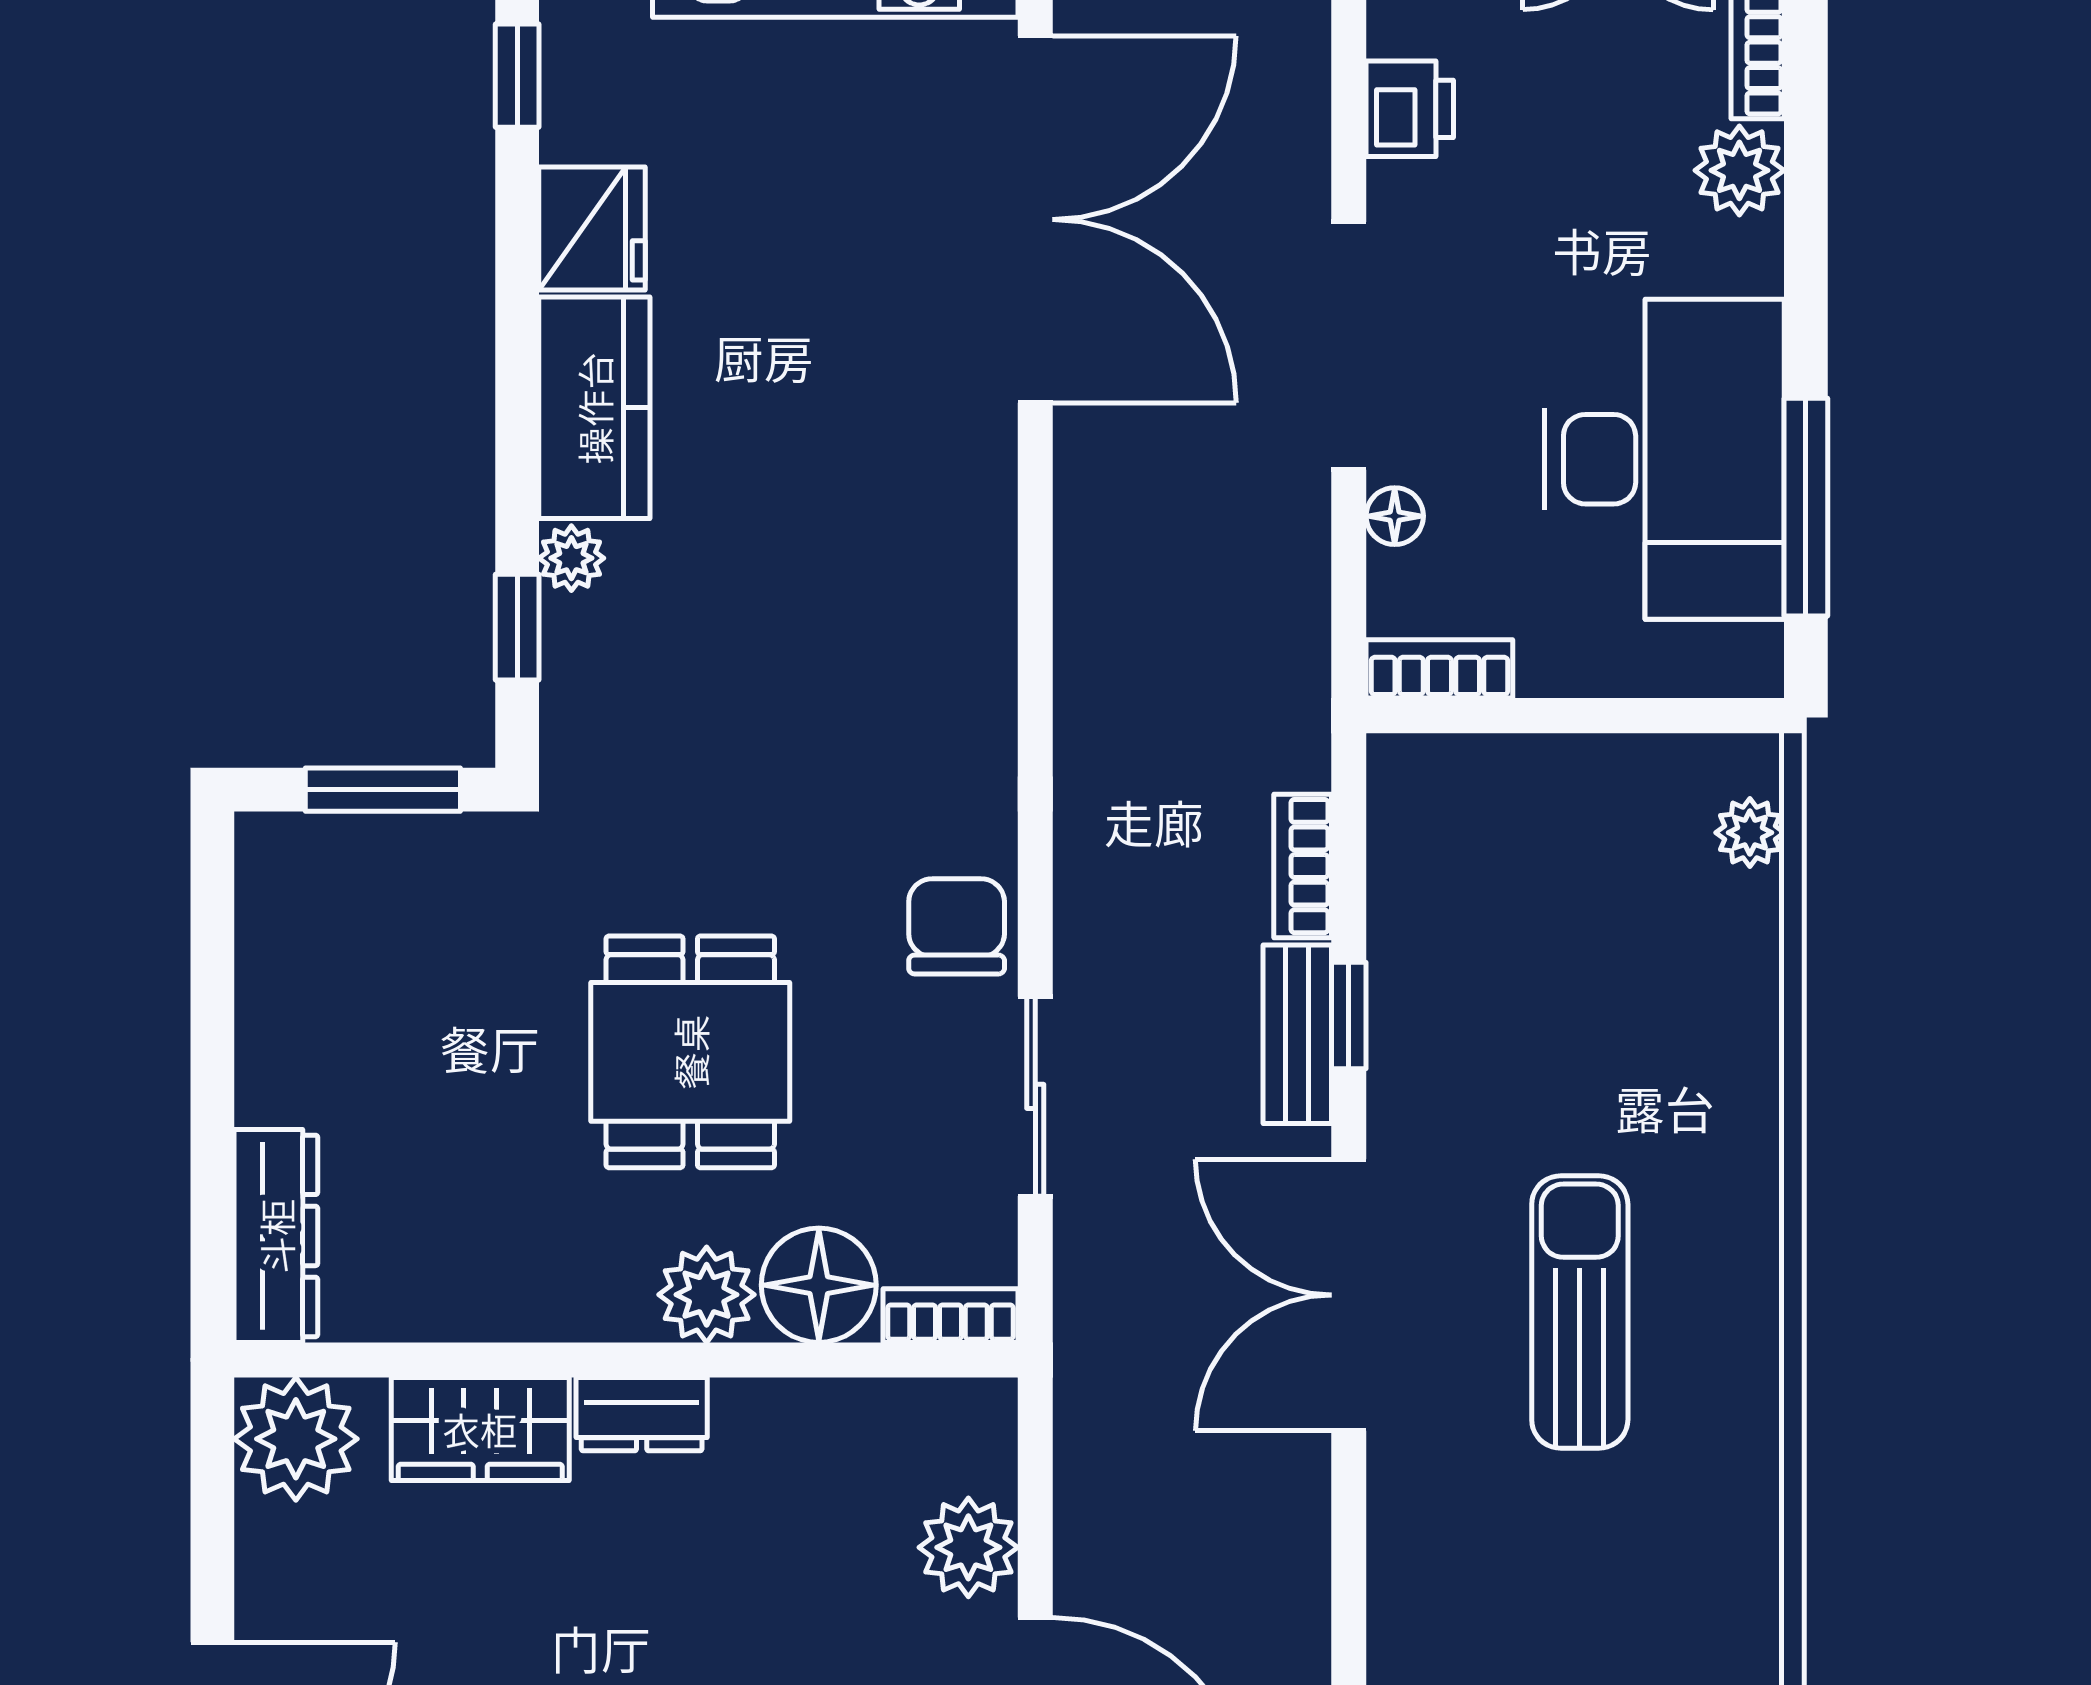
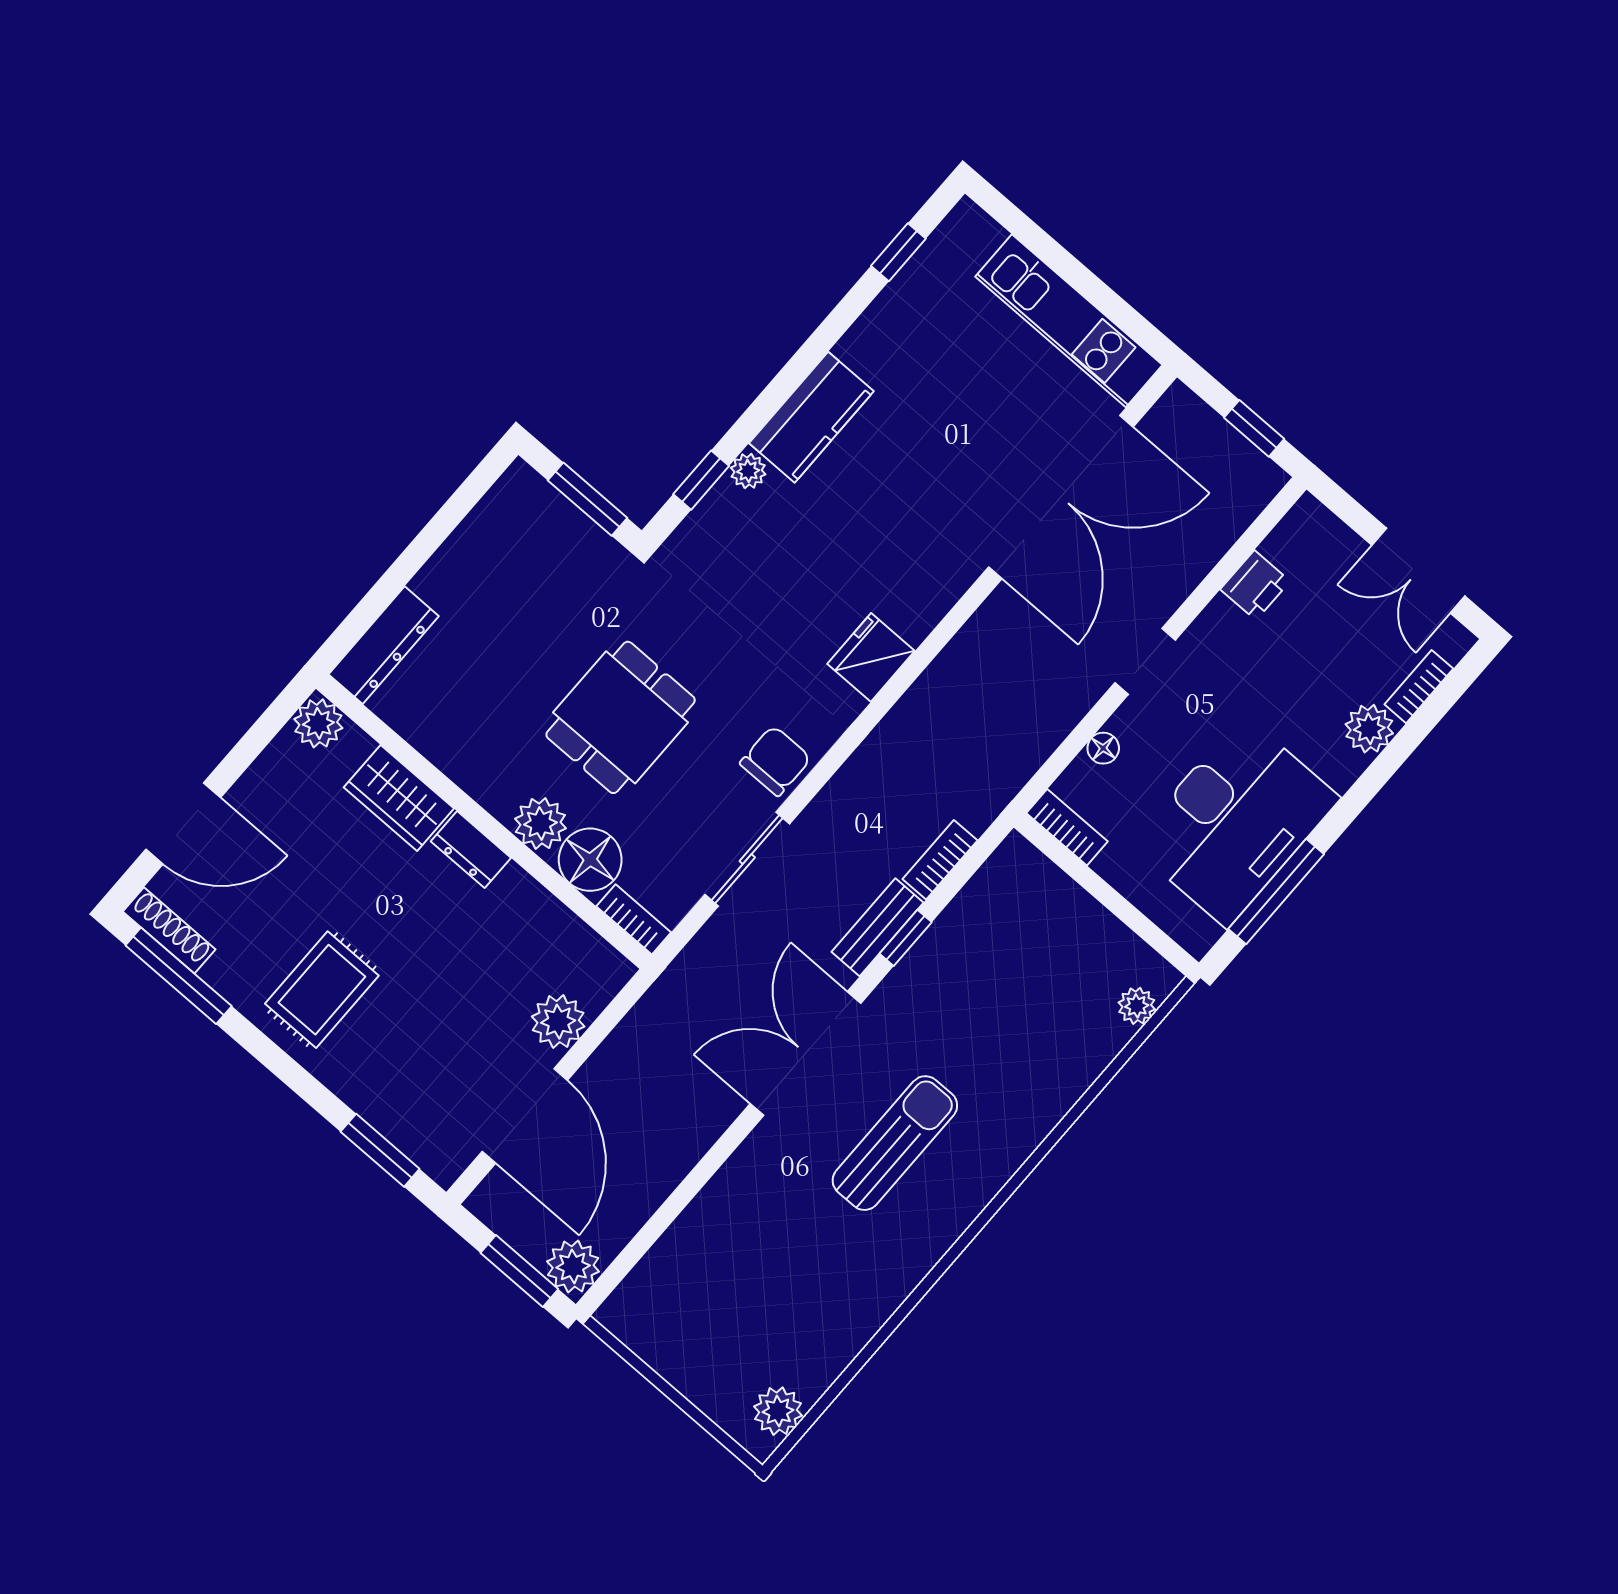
fridge: (592, 228) -> (871, 657), moved, turned 180
doorway: (1349, 346) -> (1145, 661), width x0.53
plant: (296, 1439) -> (318, 723), width x0.73, depth x0.73

